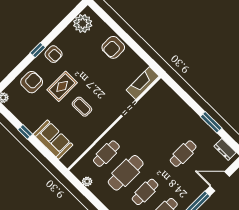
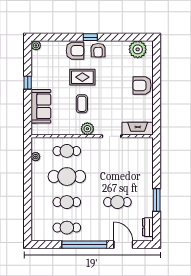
armchair: (32, 82) -> (75, 51), moved
plant: (105, 121) -> (87, 129), added

